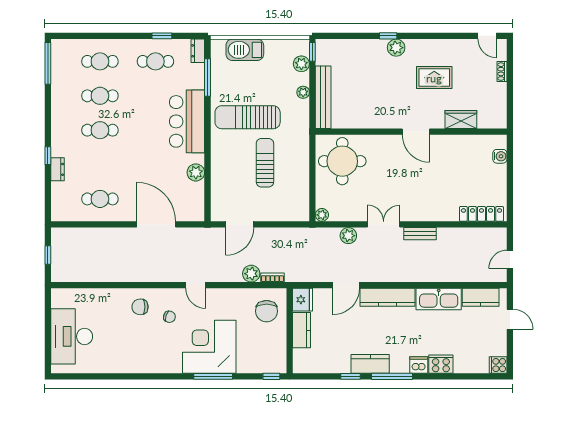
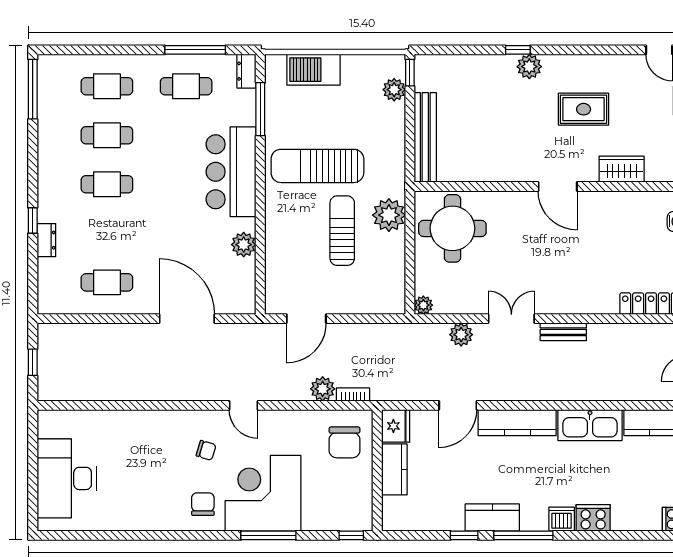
window: (162, 36) -> (195, 50), width x2.17
plant: (303, 92) -> (389, 215), moved, width x1.87, depth x1.87
chair: (140, 307) -> (203, 504), moved, turned 91

